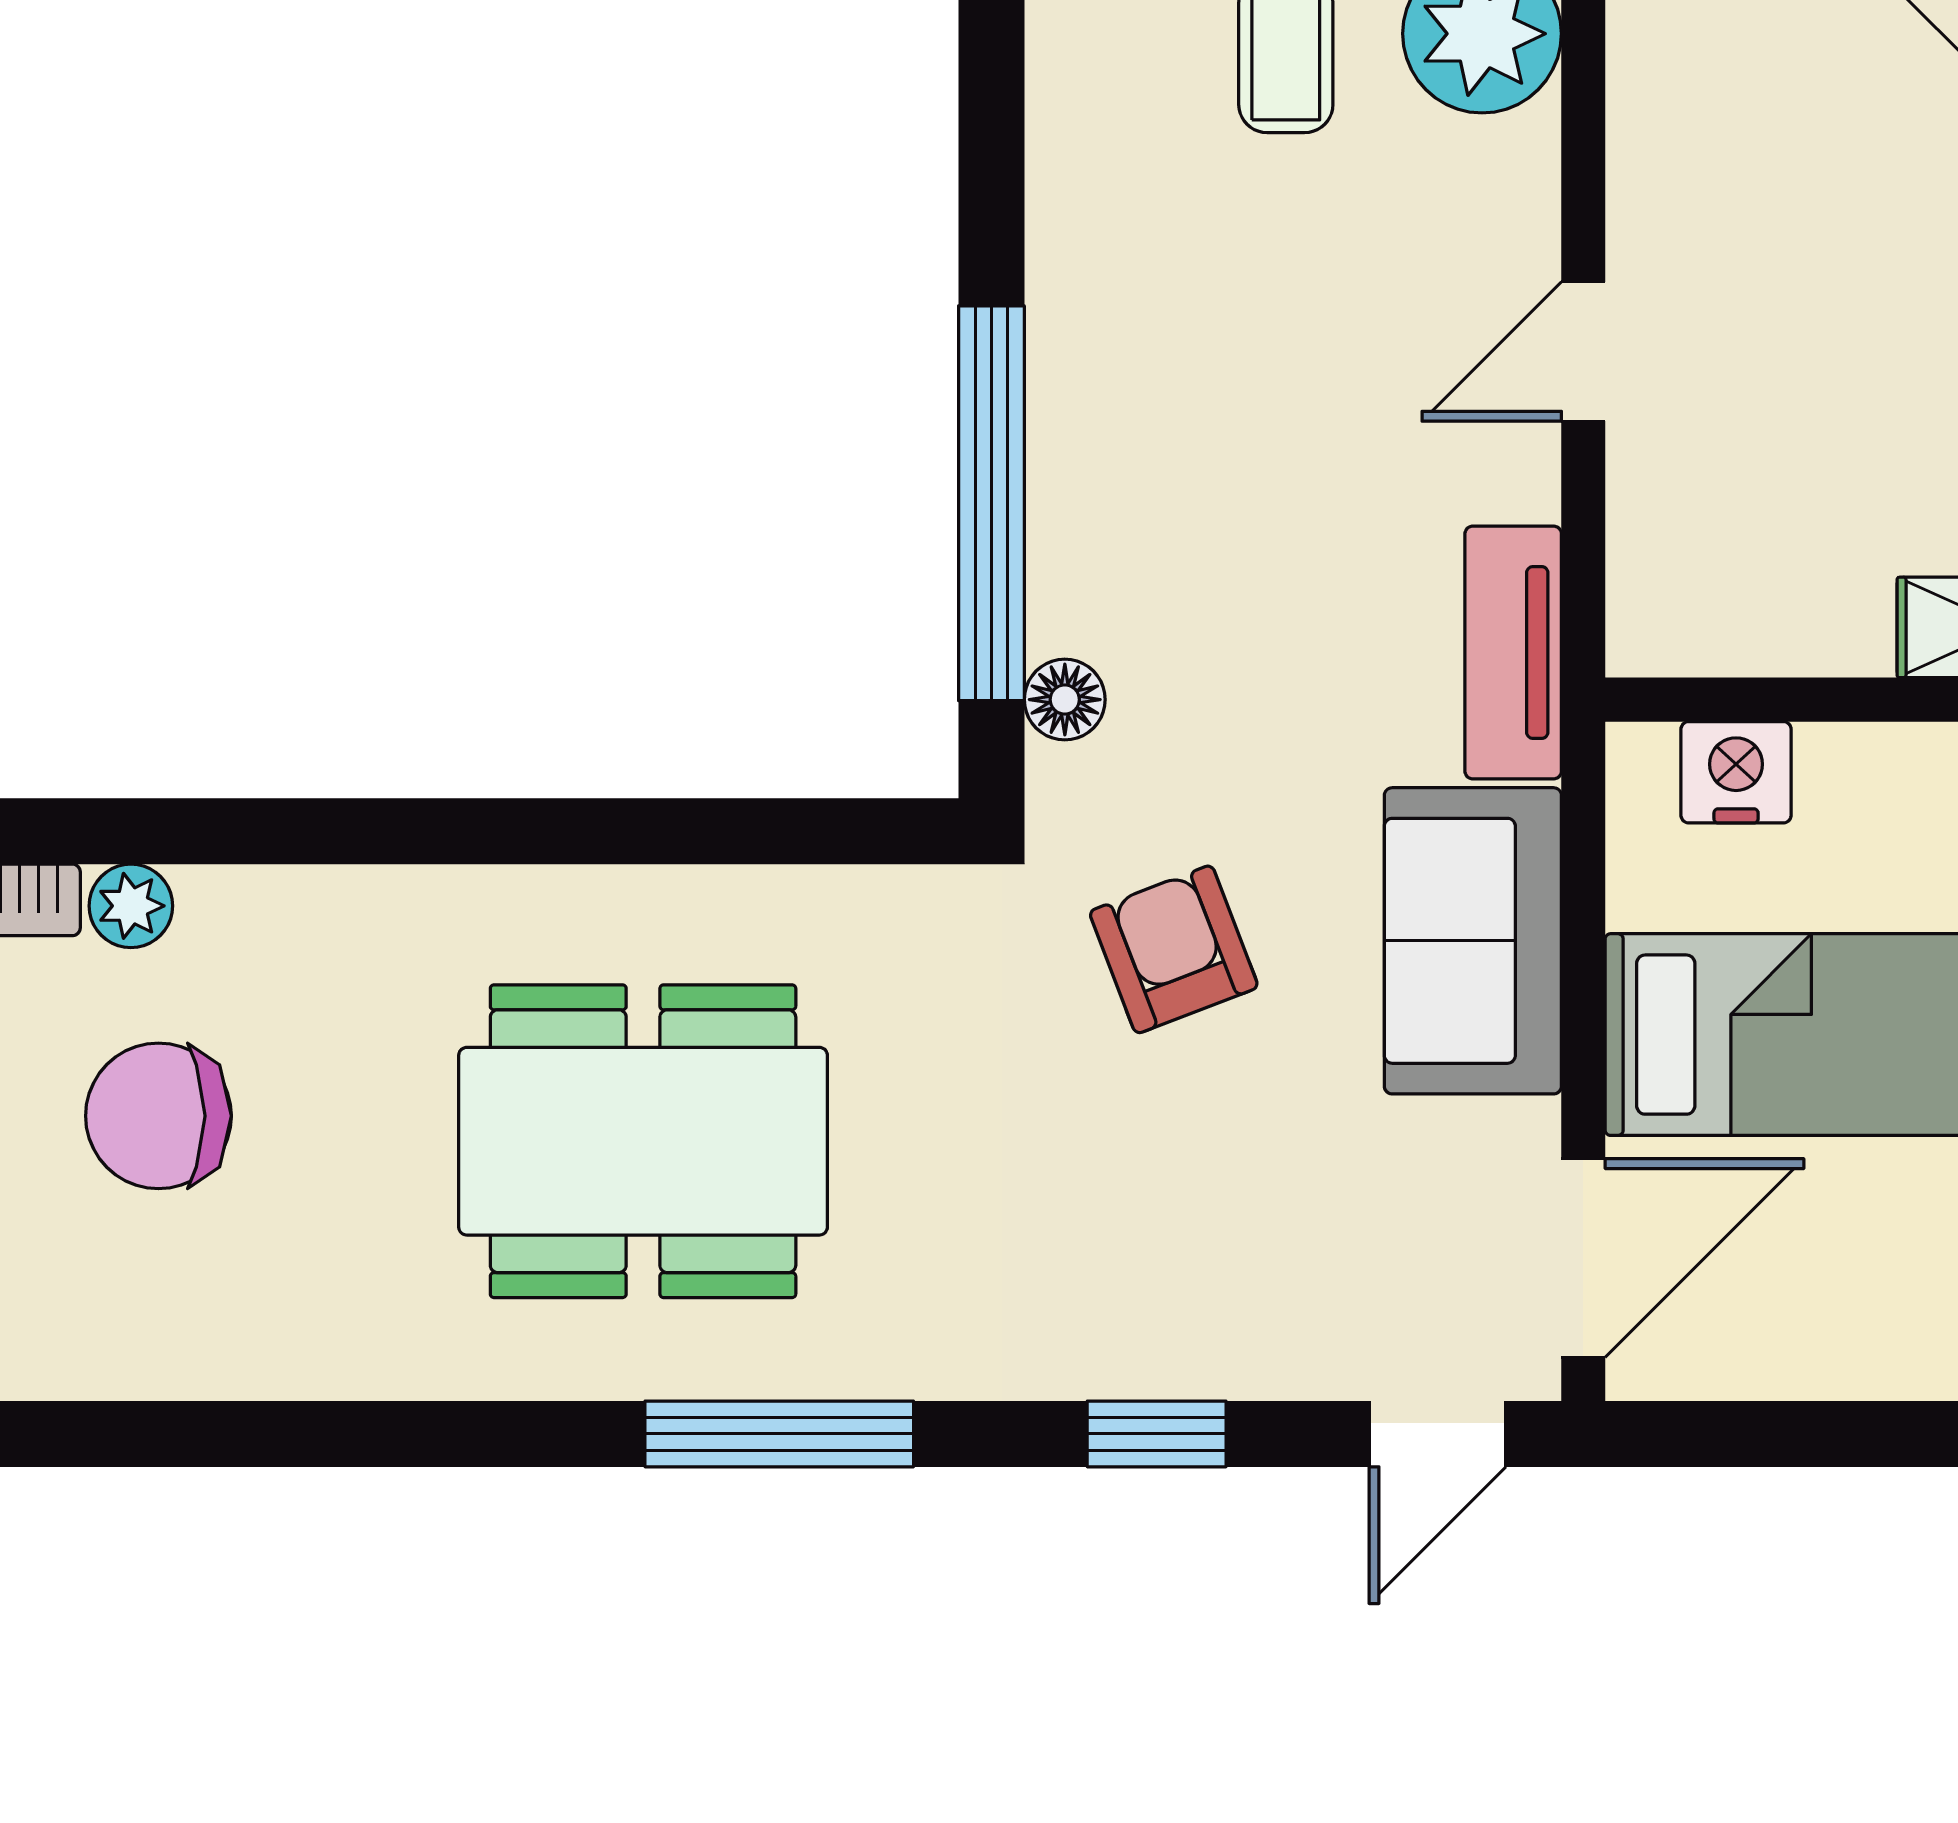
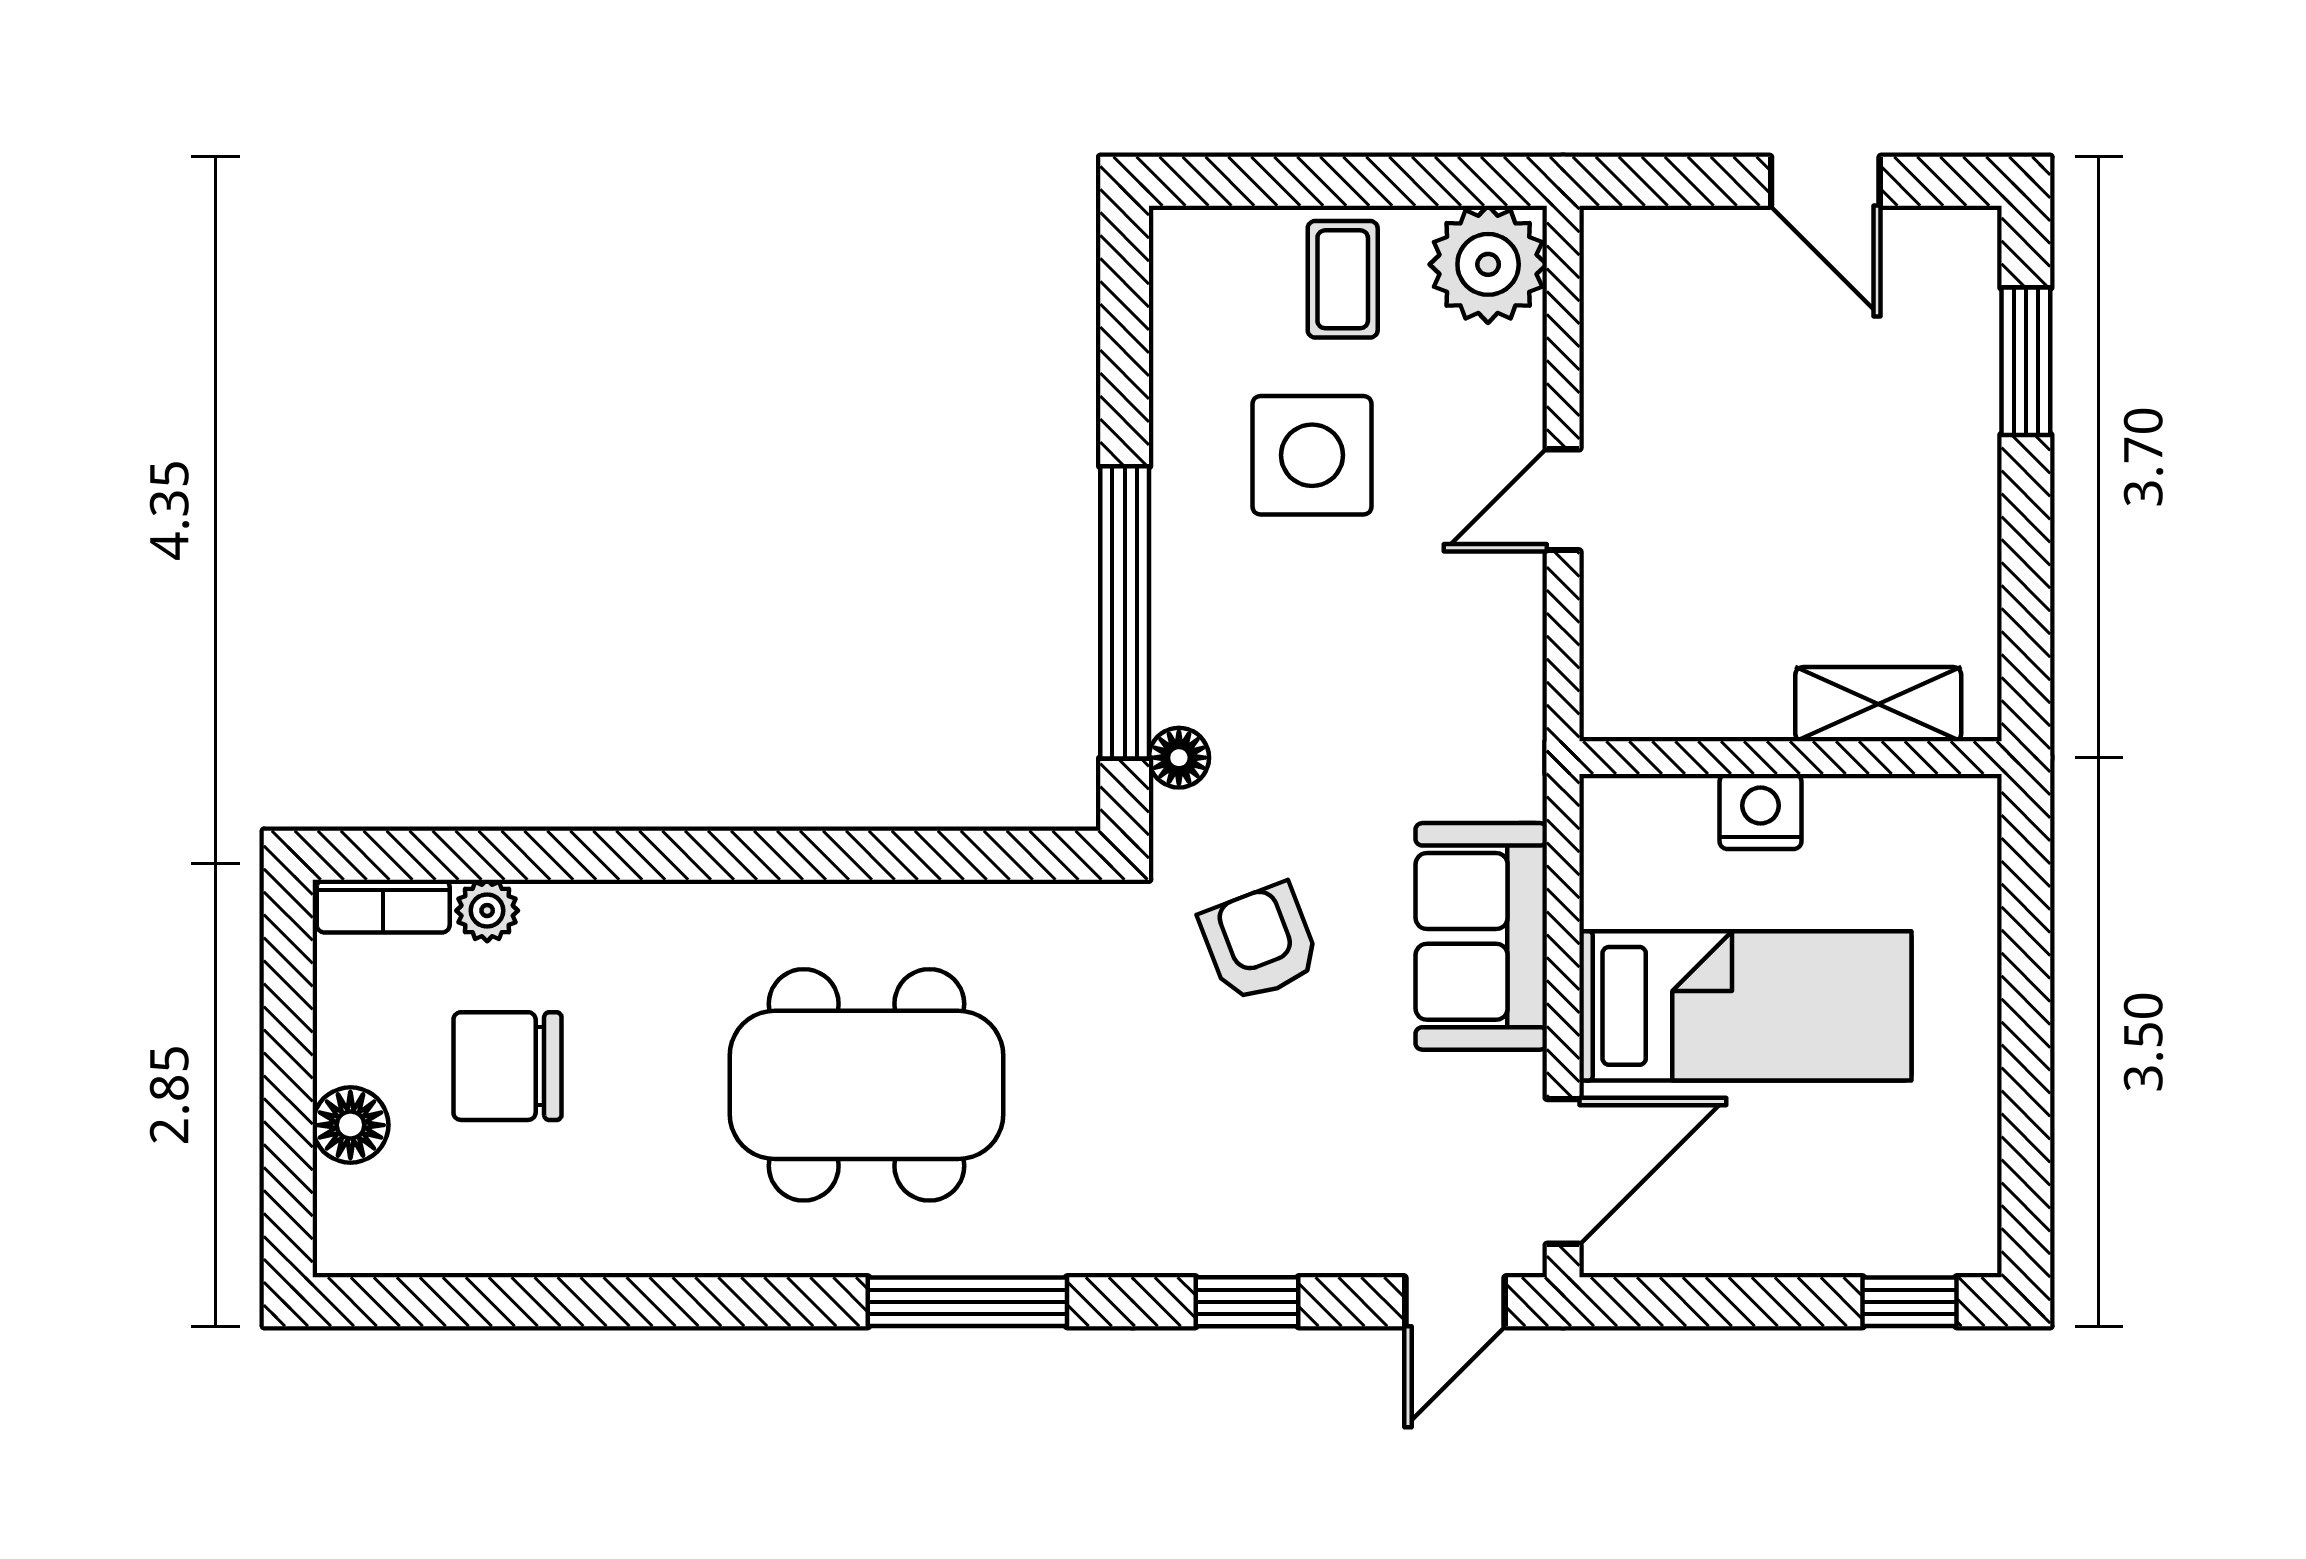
side table: (1244, 291) -> (1312, 455), added
tv unit: (1513, 653) -> (1511, 723), removed
nightstand: (1736, 772) -> (1761, 812), moved

